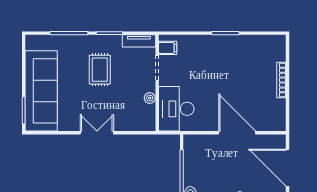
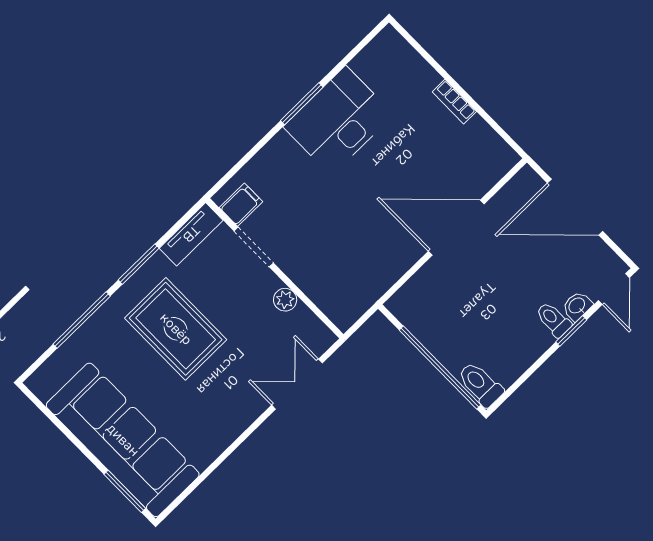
rug: (100, 70) -> (176, 329), width x1.36, depth x1.43
bookcase: (281, 80) -> (454, 102), width x0.64
desk: (176, 109) -> (338, 121), moved, turned 90
double door: (97, 133) -> (297, 384), moved

